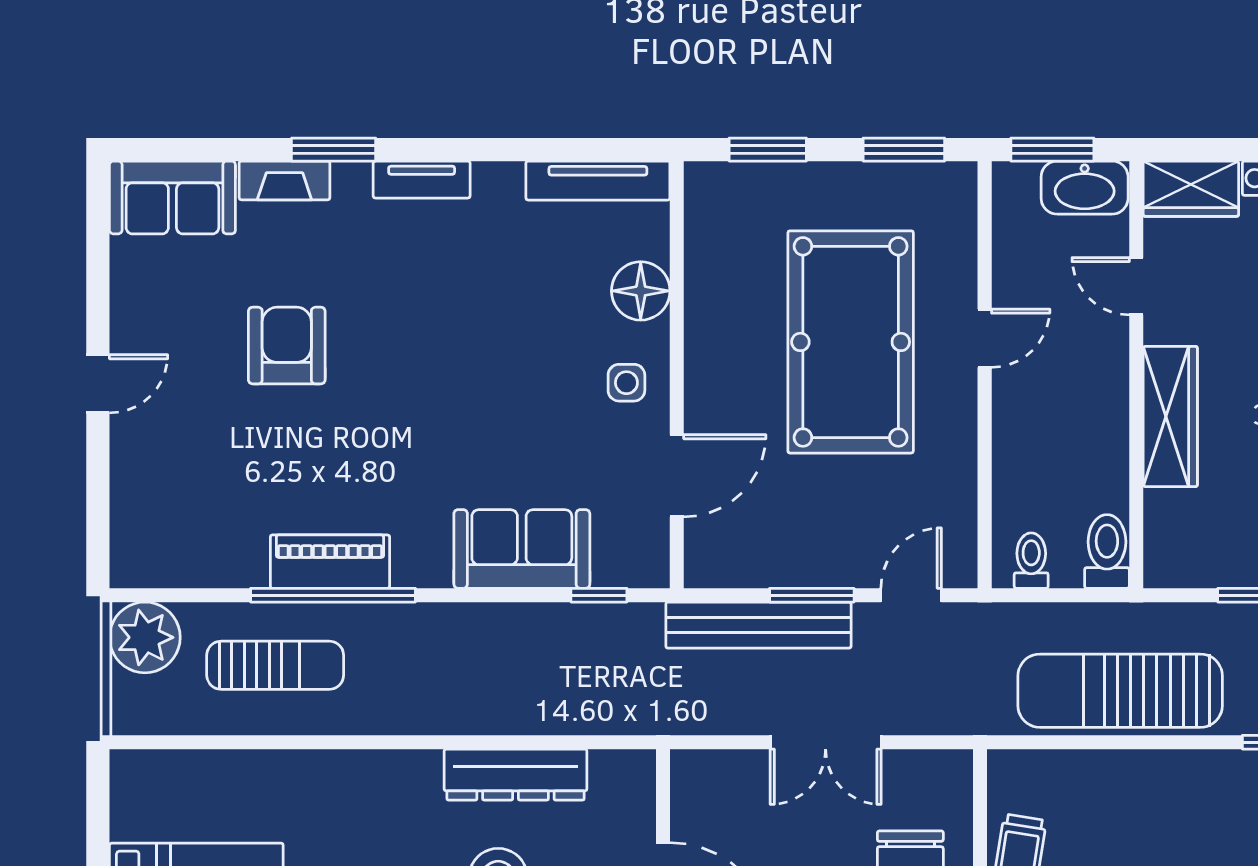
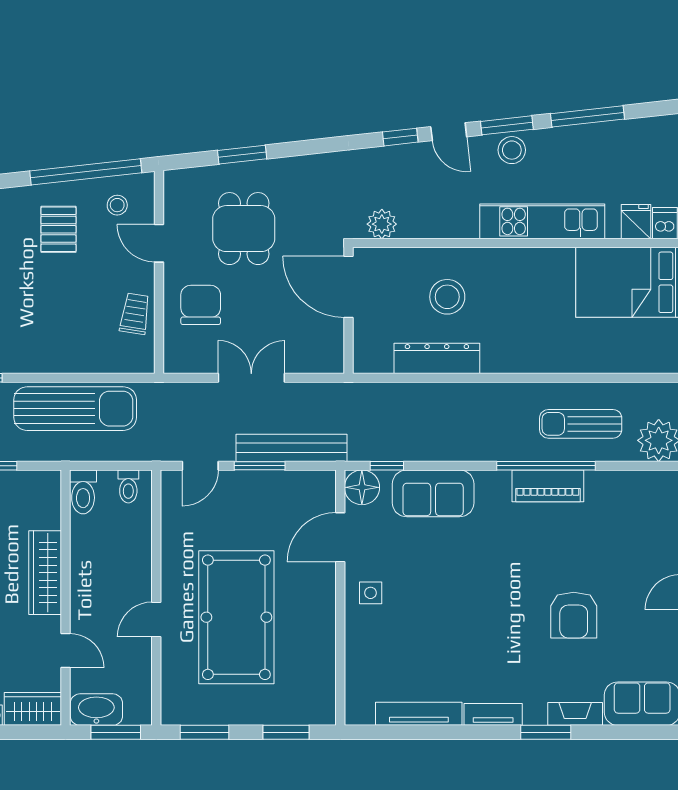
tv unit: (598, 181) -> (419, 714), moved
floor lamp: (641, 291) -> (362, 487), moved

